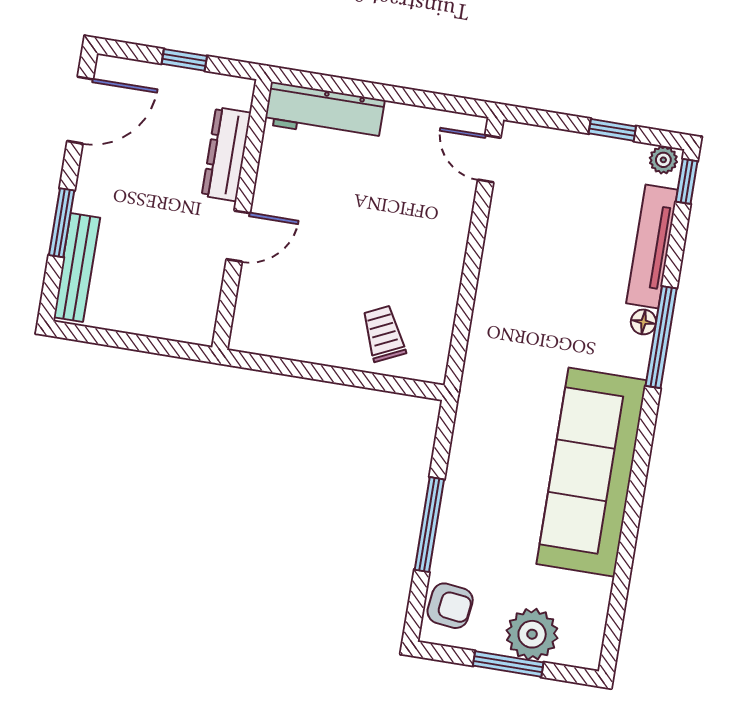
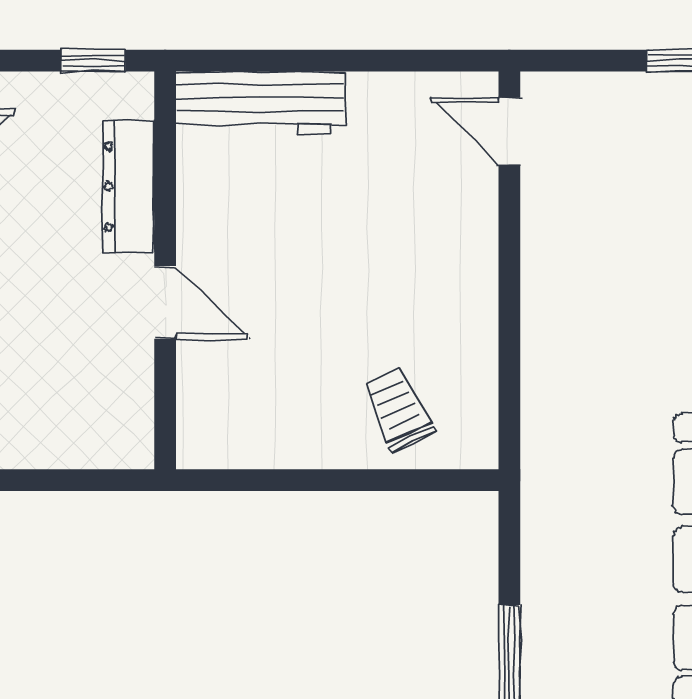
window: (184, 60) -> (93, 61), moved
door: (238, 236) -> (165, 302), hinge flipped

